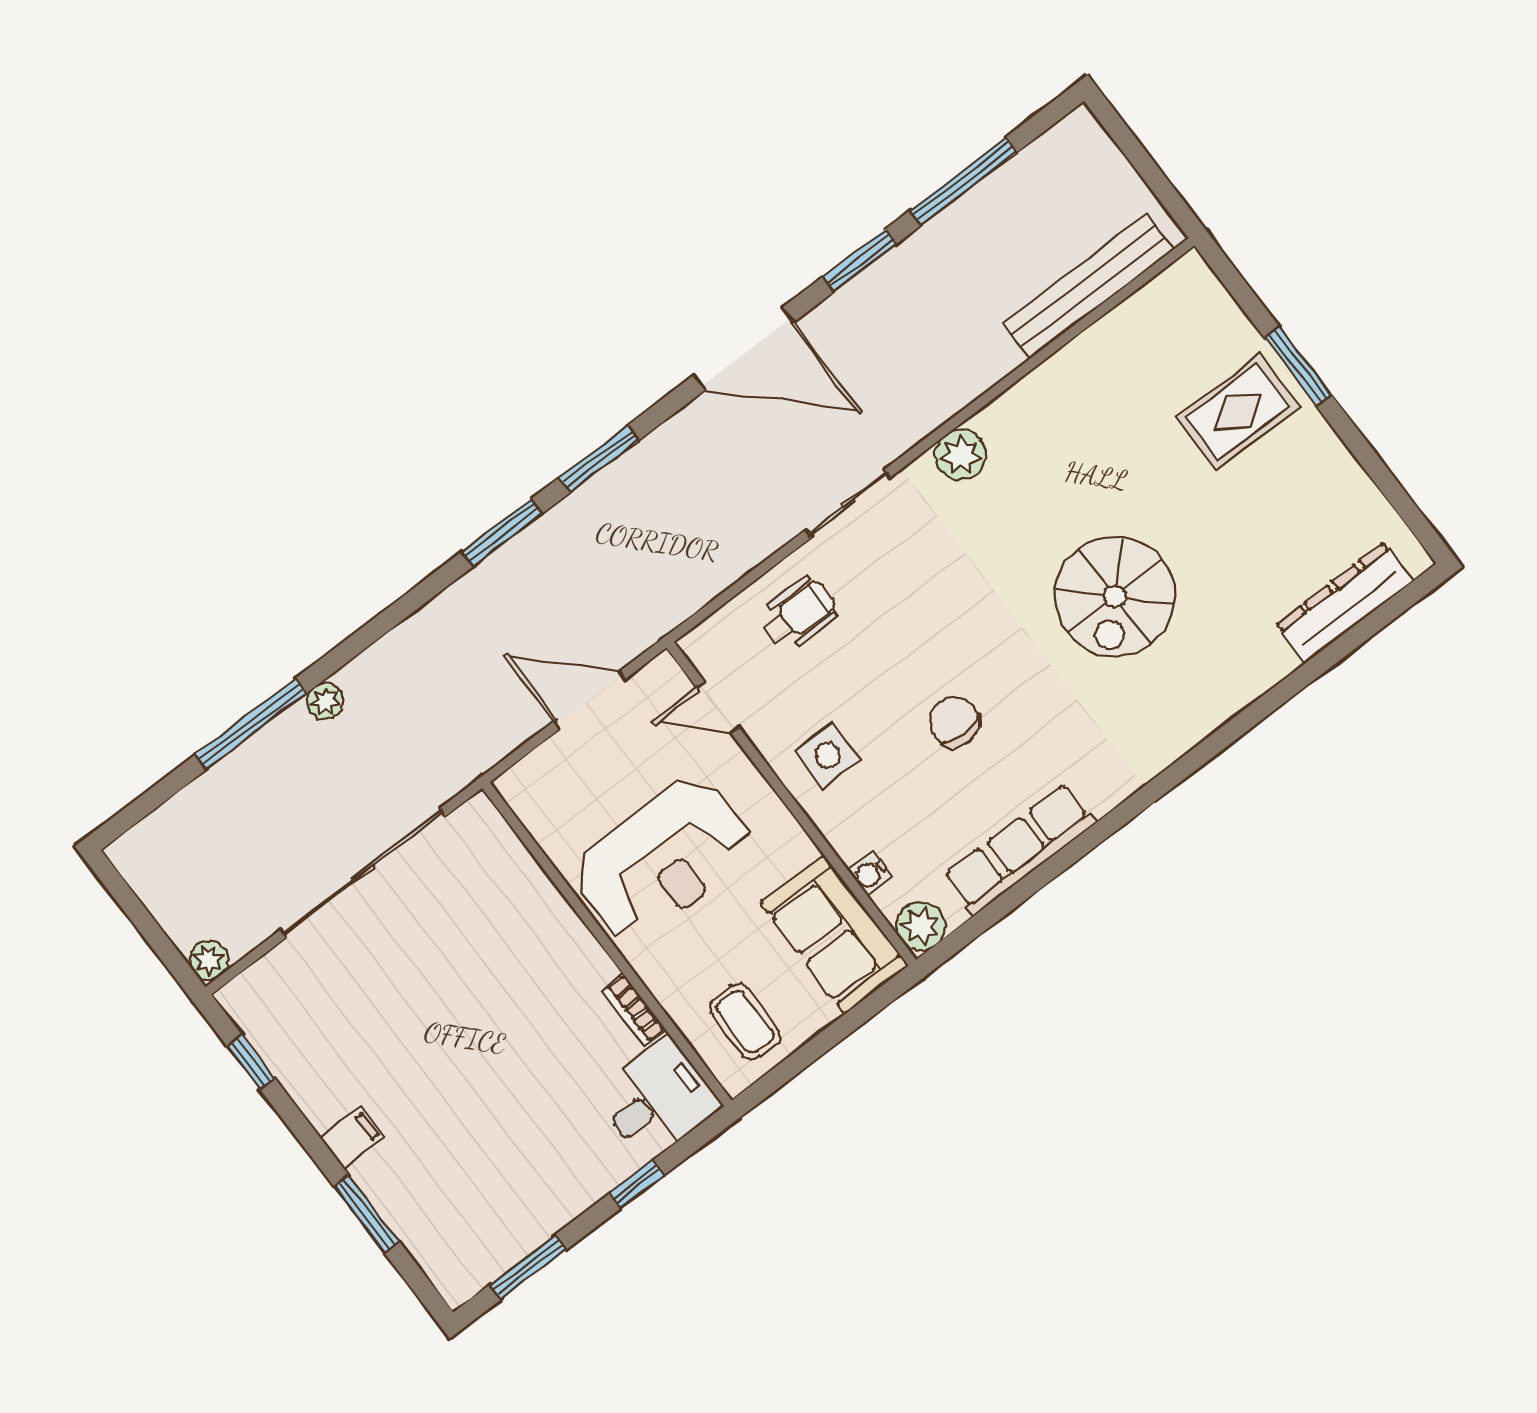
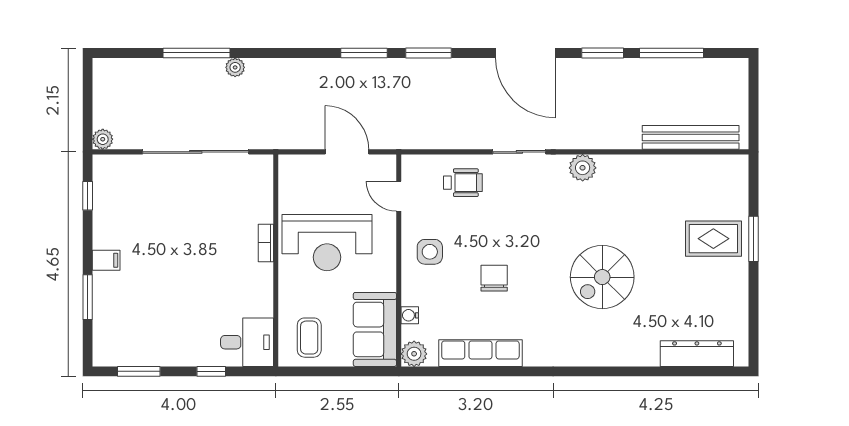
bookcase: (634, 1010) -> (266, 243), moved

